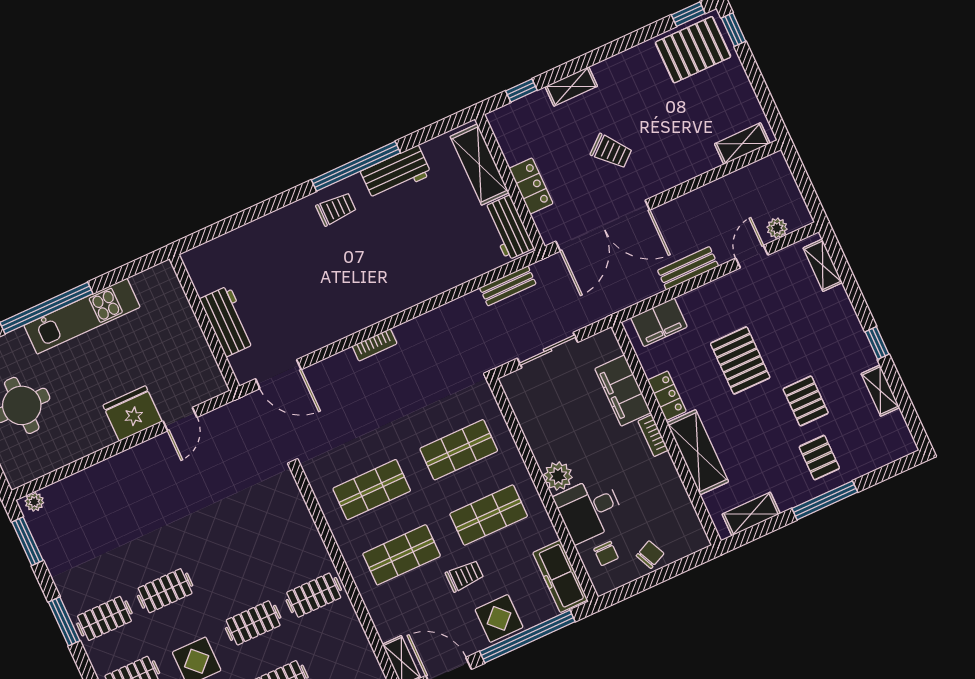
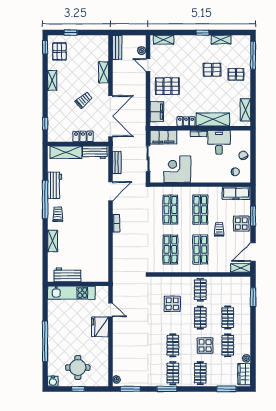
window: (734, 30) -> (71, 33), moved
pallet: (693, 50) -> (59, 51), width x0.67, depth x0.71
shelving: (571, 86) -> (52, 80), moved
shelving: (742, 144) -> (104, 72), moved
shelving: (273, 224) -> (53, 241), added
bench: (688, 268) -> (117, 47), moved
kitchen unit: (82, 316) -> (71, 293), moved, turned 90
workbench: (228, 321) -> (67, 275), moved
pallet: (740, 360) -> (167, 86), moved
door: (278, 374) -> (110, 191), moved
filing cabinet: (623, 391) -> (163, 137), moved
corner desk: (554, 424) -> (177, 169), added
plant: (558, 476) -> (198, 176), removed
window: (825, 500) -> (253, 55), moved
desk: (589, 509) -> (219, 142), moved, turned 180
display table: (255, 548) -> (172, 304), added
window: (527, 637) -> (253, 216), width x0.47

